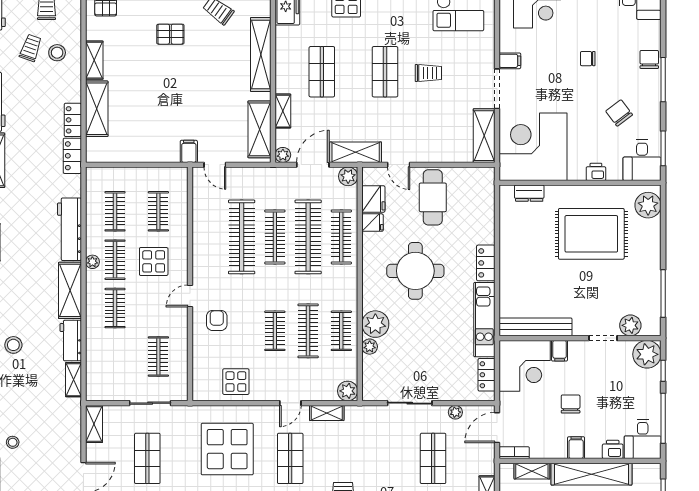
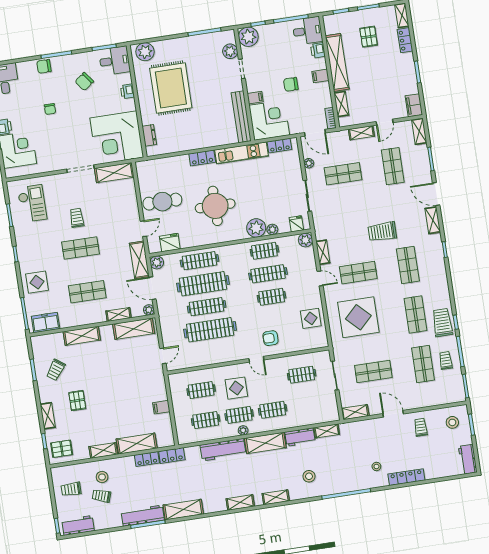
shelving: (261, 55) -> (82, 336), width x0.68
filing cabinet: (510, 61) -> (60, 163), removed
filing cabinet: (189, 151) -> (161, 407), moved
fridge: (372, 223) -> (296, 224), moved

